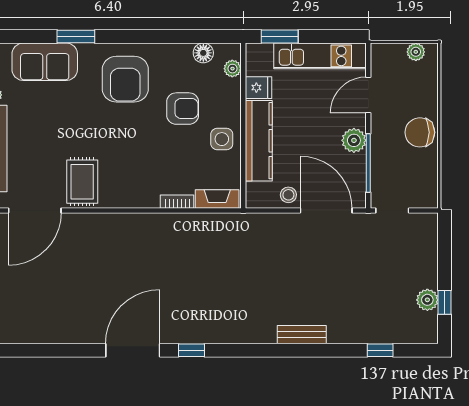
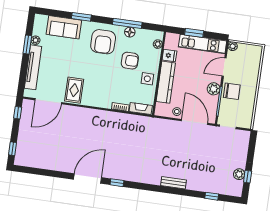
window: (167, 37) -> (127, 23), added
window: (280, 37) -> (194, 33), moved
plant: (416, 52) -> (233, 46), moved
floor lamp: (203, 53) -> (130, 32), moved
chair: (420, 132) -> (232, 91), moved, turned 180

